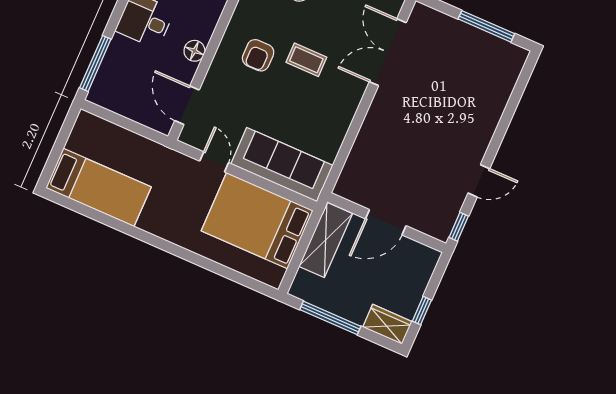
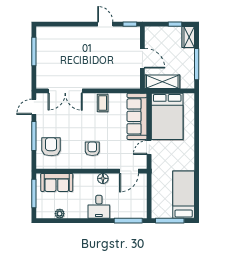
armchair: (258, 55) -> (92, 149), turned -90
coffee table: (306, 60) -> (103, 103), moved
window: (61, 141) -> (170, 221), added

